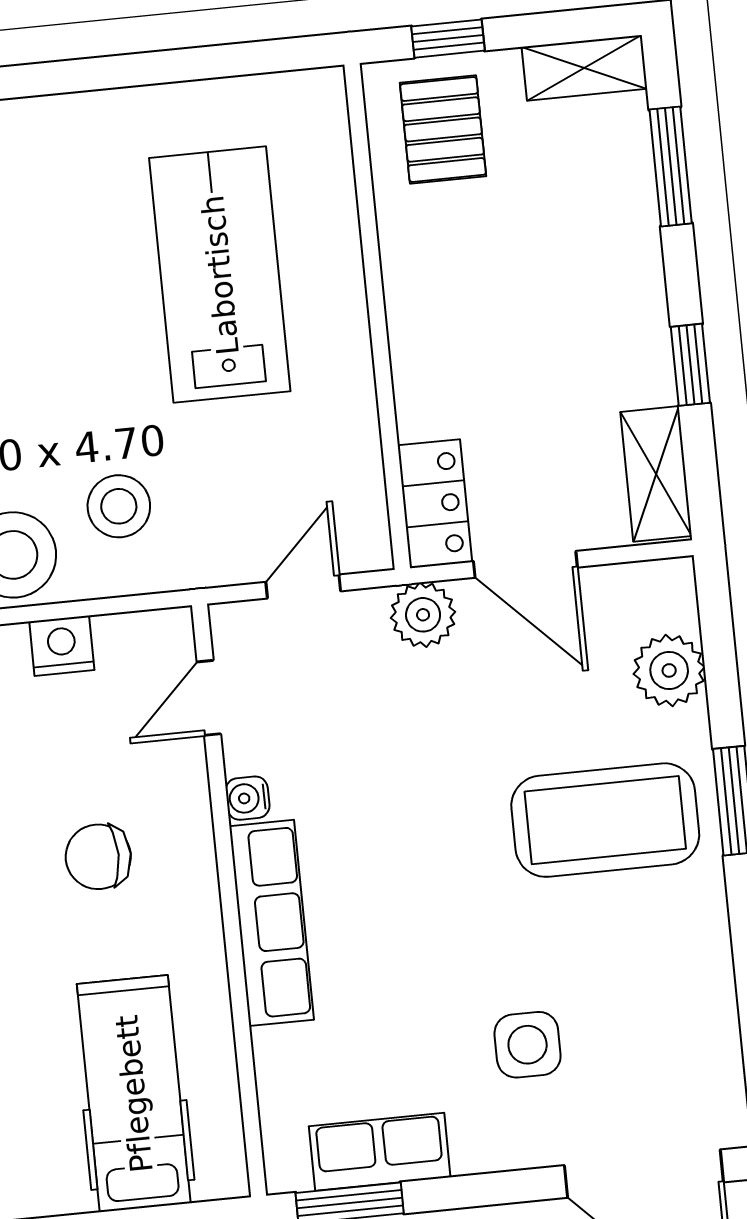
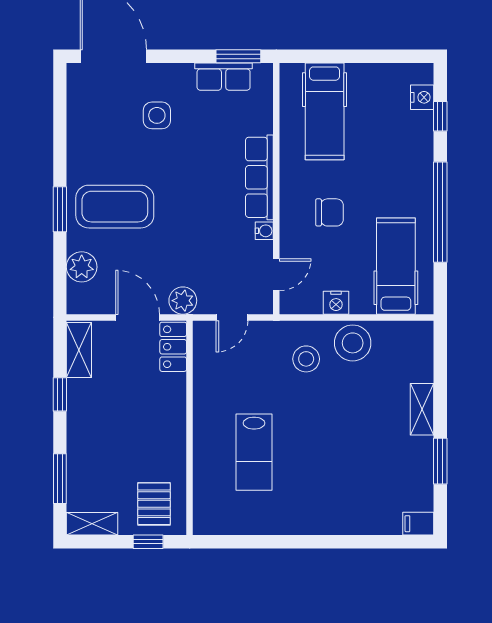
lab bench: (220, 275) -> (254, 452), width x0.73, depth x0.72

